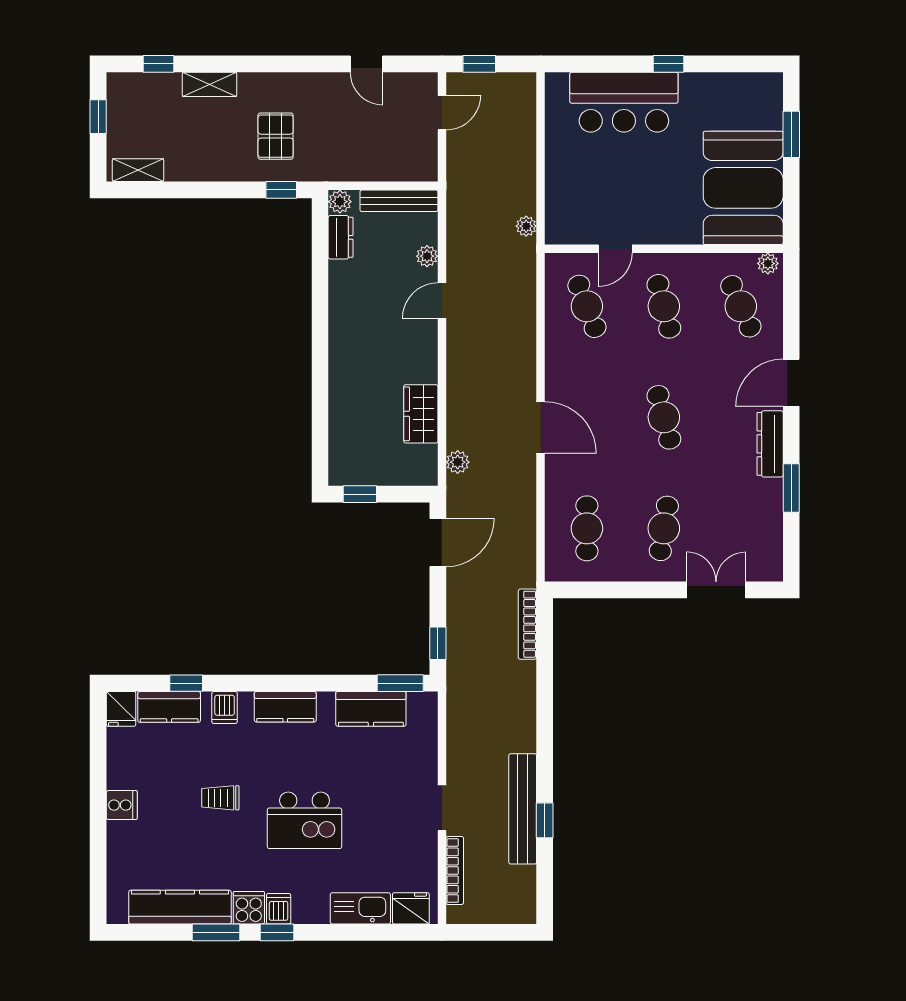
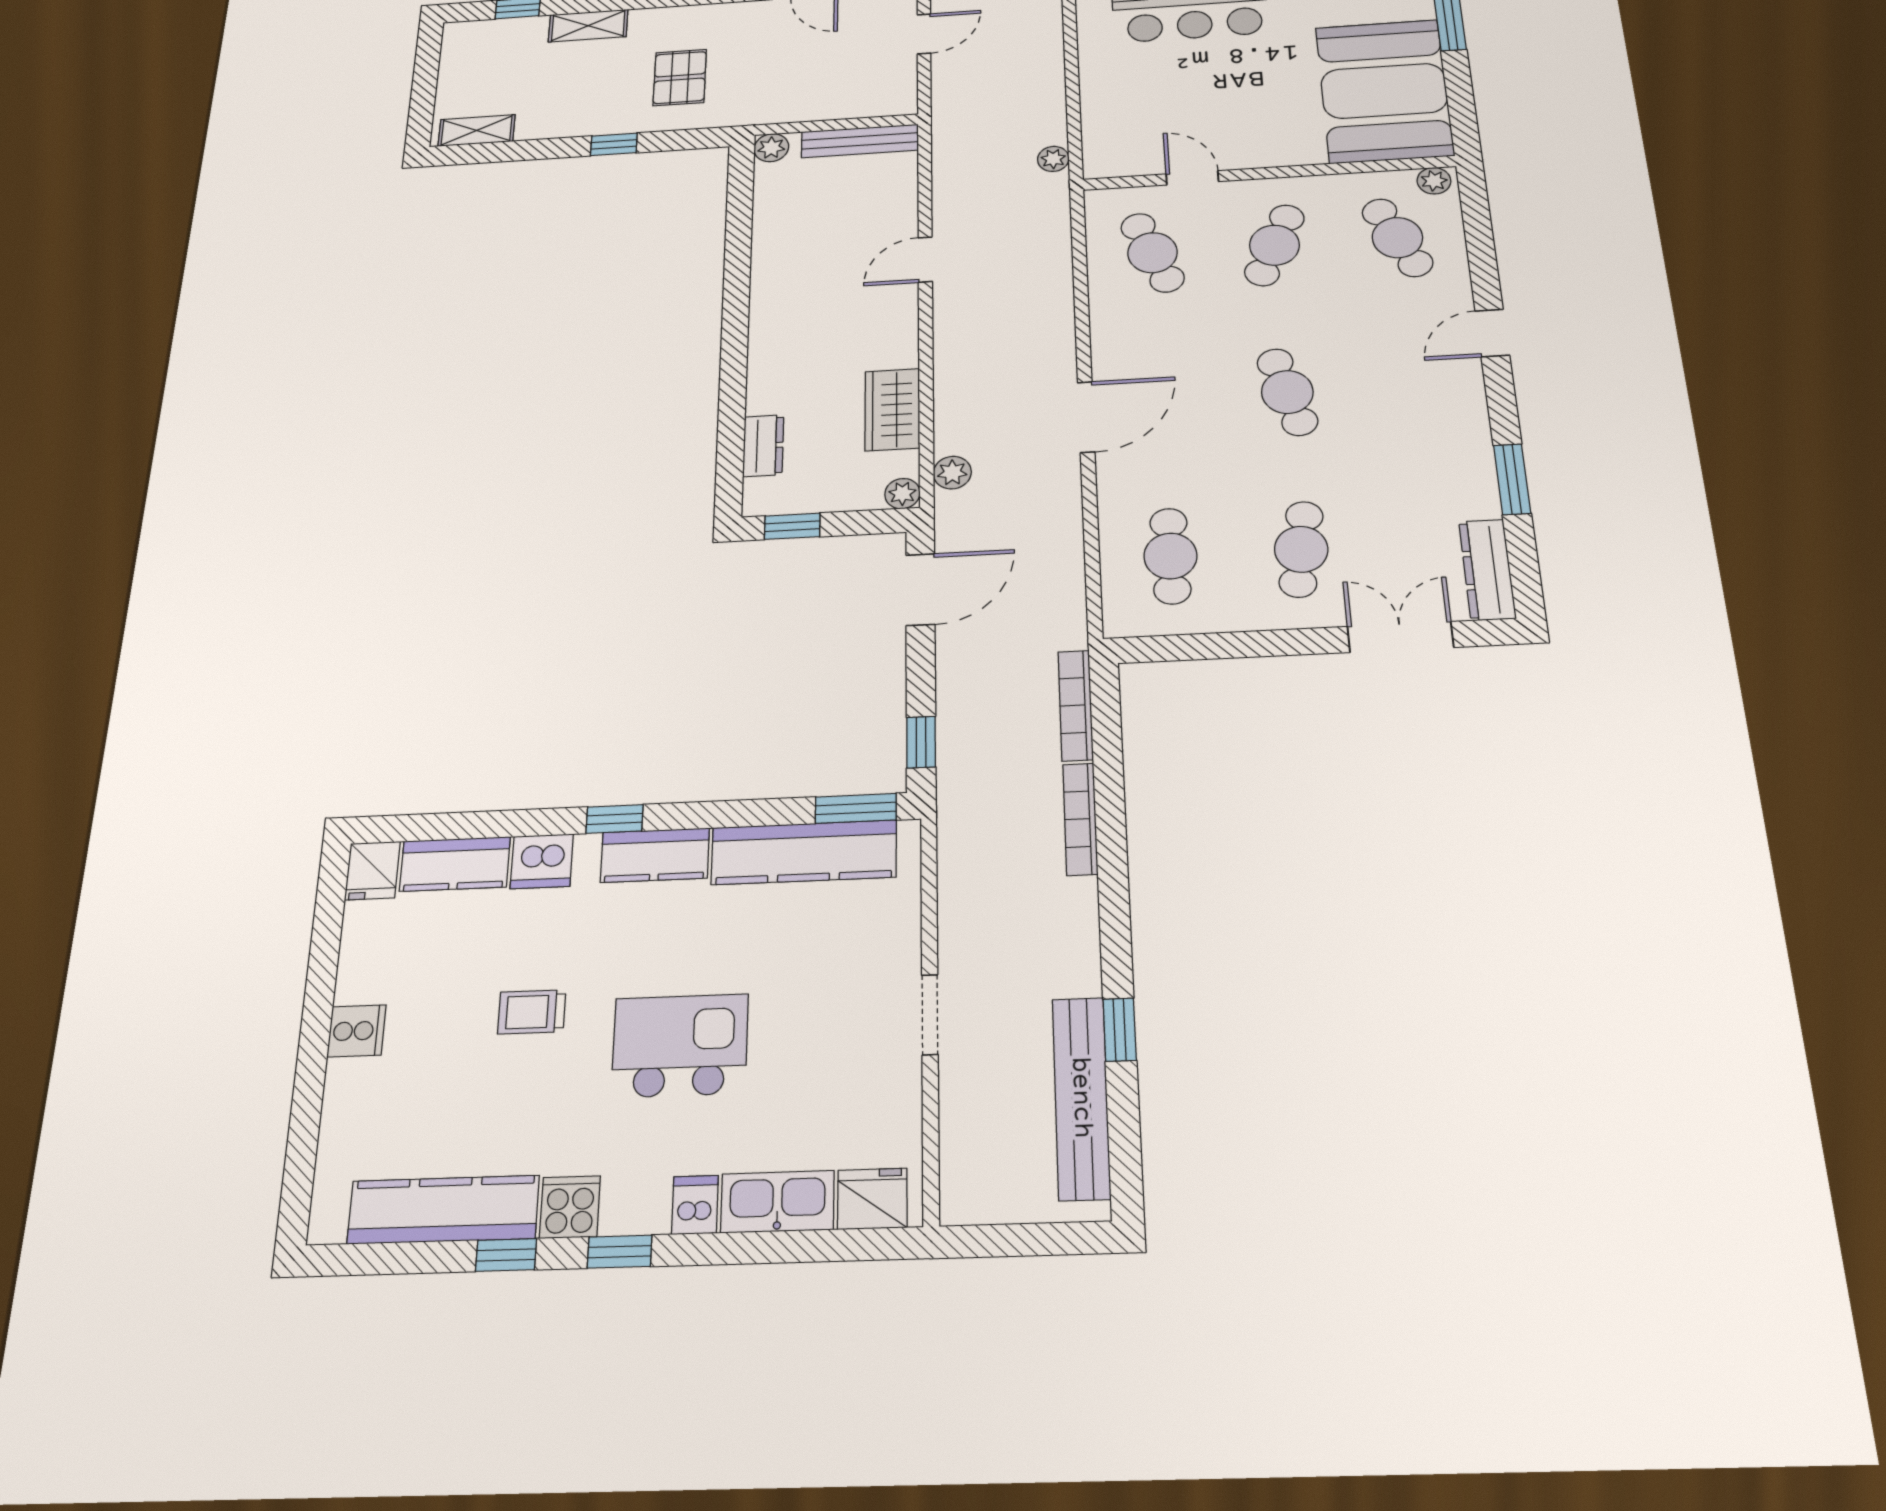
window: (98, 117) -> (426, 73), removed
window: (281, 190) -> (614, 144), moved
dresser: (341, 237) -> (763, 446), moved
door: (615, 249) -> (1192, 178), swing flipped
plant: (427, 256) -> (902, 494), moved
cafe table: (664, 306) -> (1274, 245), turned 39
door: (791, 383) -> (1492, 333), width x0.73
door: (541, 427) -> (1086, 417), hinge flipped
dresser: (770, 444) -> (1487, 570), moved
window: (186, 683) -> (615, 819), moved
dishwasher: (225, 708) -> (542, 861), width x1.38
kitchen counter: (371, 709) -> (804, 852), width x1.50
bench: (523, 809) -> (1081, 1098), moved
kitchen island: (304, 820) -> (680, 1046), turned 180
bookcase: (455, 871) -> (1080, 819), moved, turned 180
dishwasher: (279, 909) -> (695, 1205), moved
window: (216, 932) -> (506, 1255), width x0.67

